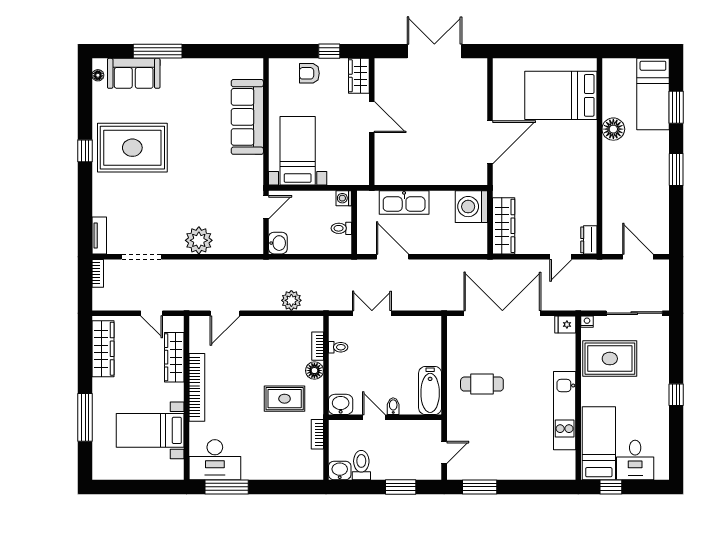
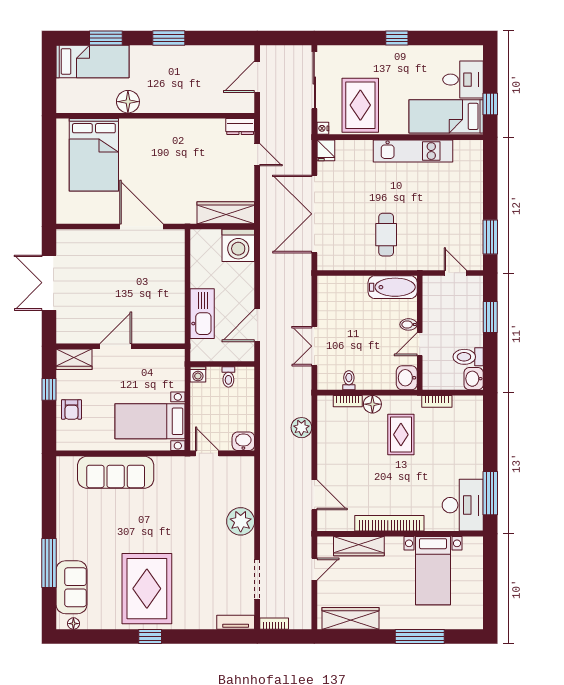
washing machine: (471, 207) -> (238, 245), moved

